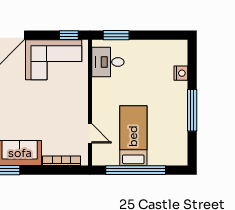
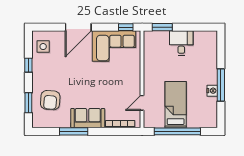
desk: (108, 62) -> (181, 43), moved, turned 90
nightstand: (181, 73) -> (212, 91), moved
door: (90, 133) -> (142, 103), swing flipped

